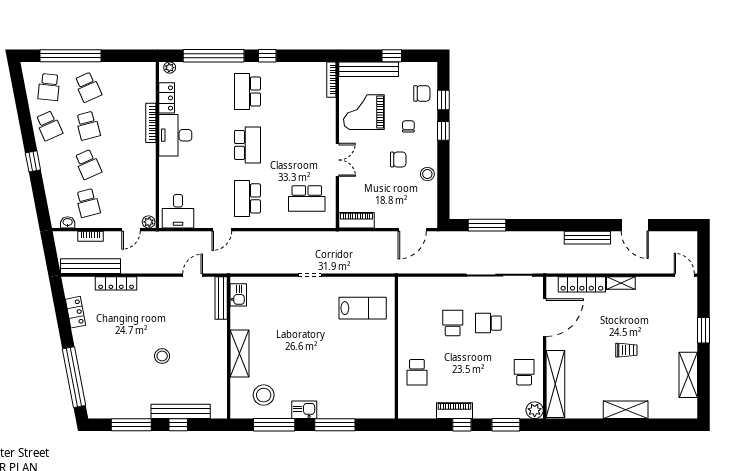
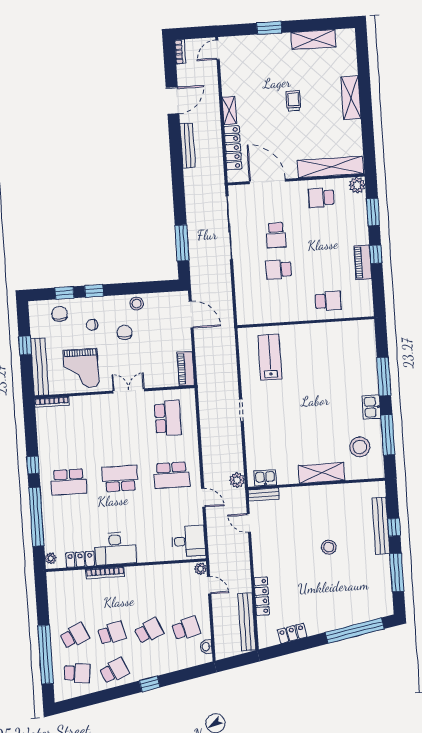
bookcase: (91, 236) -> (180, 52), moved
plant: (238, 266) -> (237, 480), added
bench: (221, 298) -> (264, 495), width x0.73

